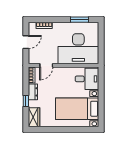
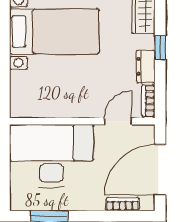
door: (26, 42) -> (160, 170), width x1.87
desk: (87, 79) -> (34, 93), removed

